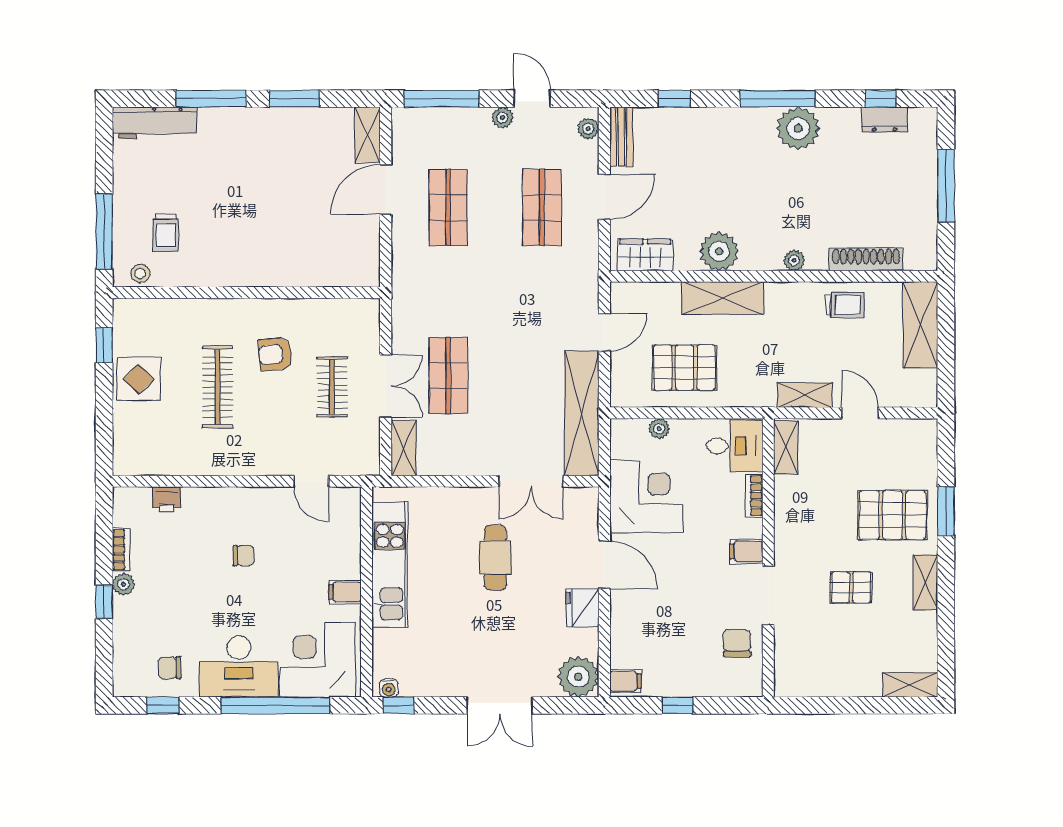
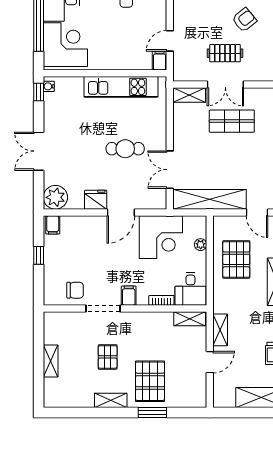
armchair: (275, 354) -> (244, 20), turned 56
filing cabinet: (345, 592) -> (160, 61), moved
shelving: (910, 685) -> (51, 361), moved

